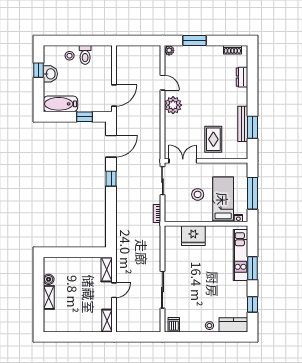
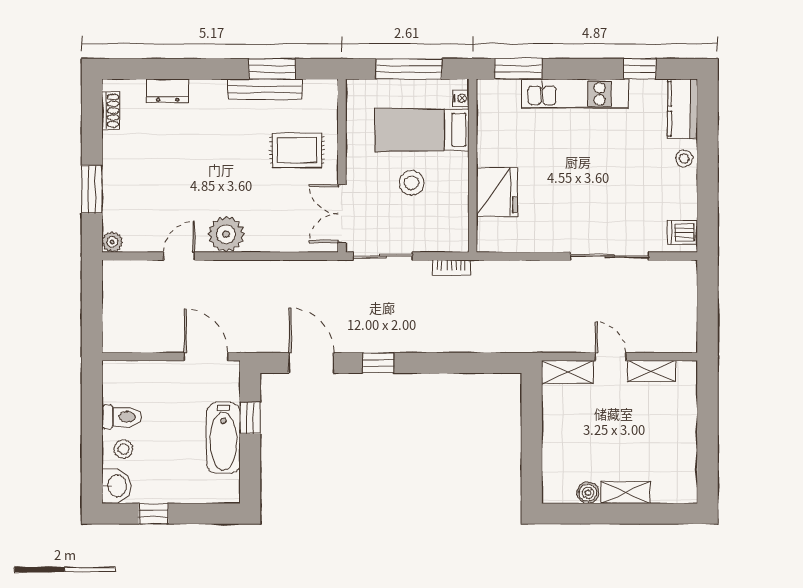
washbasin: (50, 74) -> (116, 486), moved, turned 90
bathtub: (60, 104) -> (223, 438), moved
kitchen unit: (241, 255) -> (575, 94), moved
window: (253, 268) -> (518, 69), moved
shelving: (107, 321) -> (652, 371), moved

